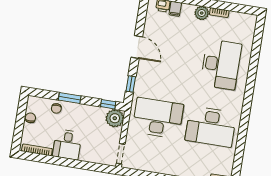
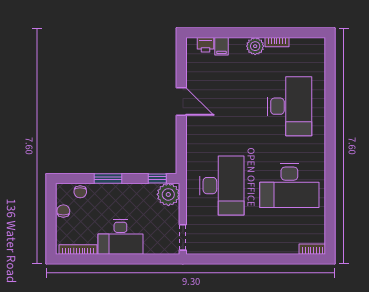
window: (131, 84) -> (181, 149), removed
chair: (56, 108) -> (80, 192), moved
desk: (158, 118) -> (222, 186), turned 90
desk: (67, 145) -> (120, 237), width x1.37

